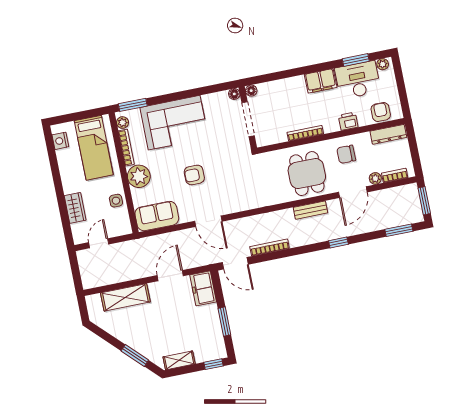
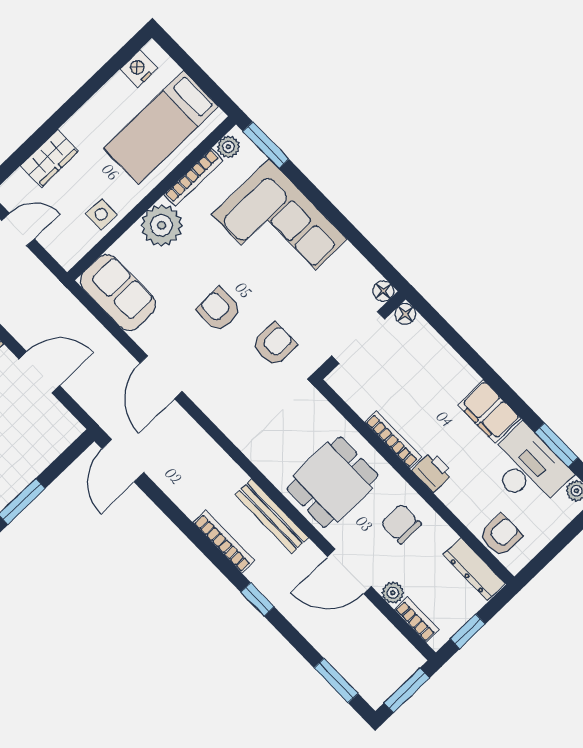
printer: (348, 121) -> (433, 472), moved
window: (415, 155) -> (468, 631), added
armchair: (227, 160) -> (274, 345), added
bench: (310, 210) -> (272, 516), width x1.36
bookcase: (270, 247) -> (224, 542), moved
freezer: (203, 288) -> (52, 436), removed

